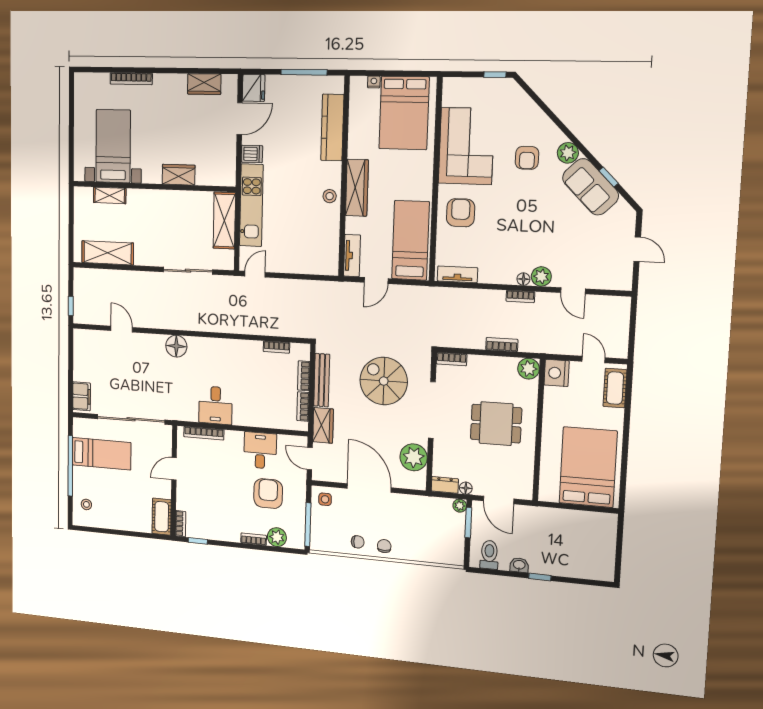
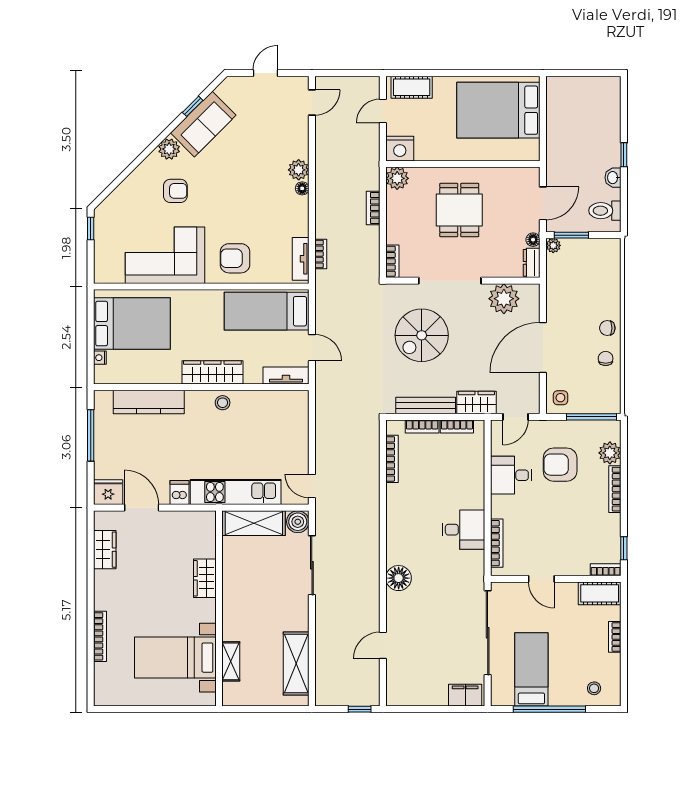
boiler: (225, 260) -> (298, 522), added
door: (573, 291) -> (312, 103), moved
bookcase: (520, 296) -> (321, 254), moved
bookcase: (276, 347) -> (392, 459), width x1.56
bookcase: (127, 526) -> (615, 637), added
bookcase: (254, 539) -> (615, 489), width x1.56

